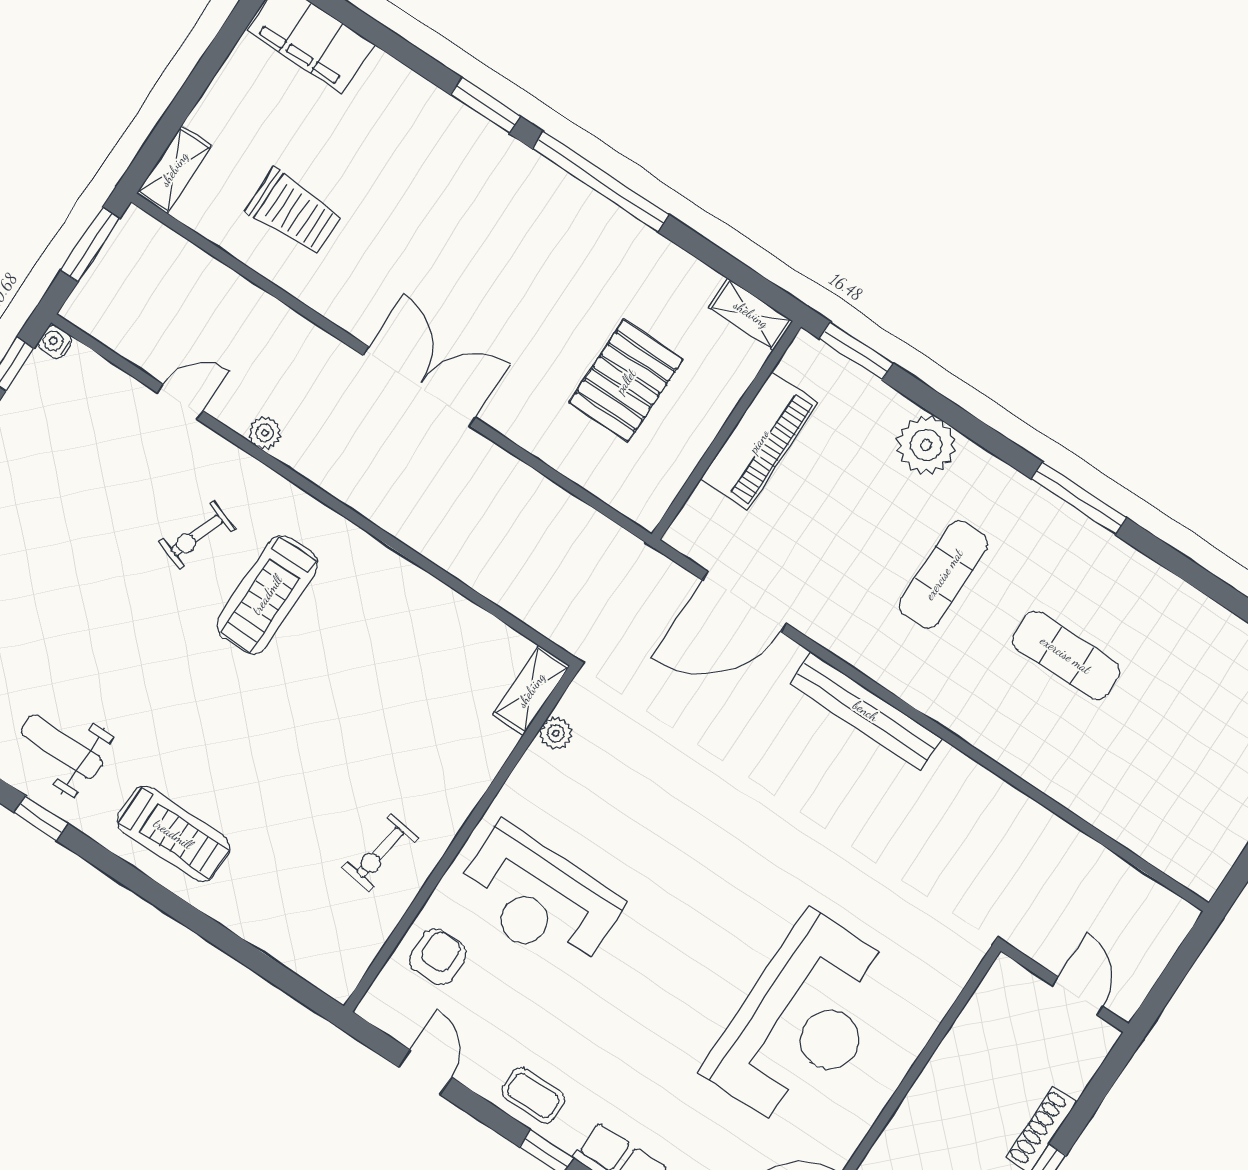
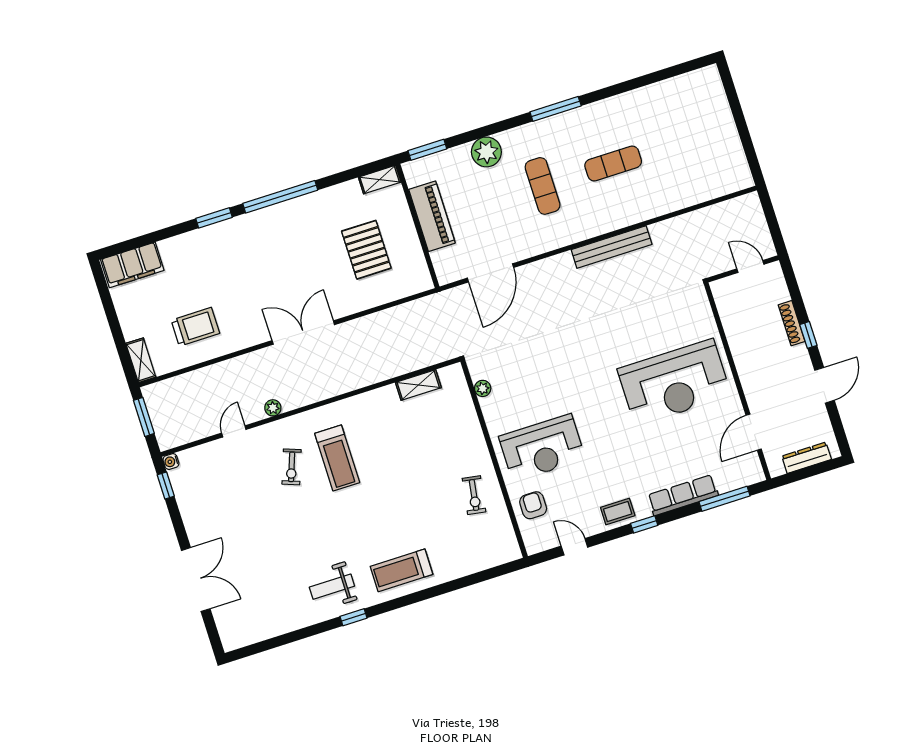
shelving: (531, 690) -> (418, 385), moved, turned 90
bench: (866, 711) -> (612, 247), moved
treadmill: (173, 834) -> (401, 570), turned 180
reception desk: (803, 1022) -> (674, 382), turned 90

